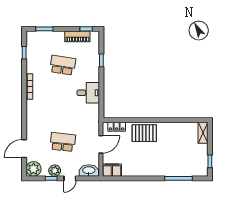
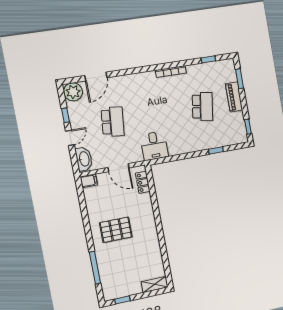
piano: (77, 36) -> (234, 97), moved
desk: (88, 93) -> (154, 146), moved
pallet: (144, 133) -> (116, 230), moved, turned 90
door: (24, 149) -> (96, 77), swing flipped
filing cabinet: (112, 170) -> (89, 181), width x0.50
plant: (55, 171) -> (76, 118), removed
door: (70, 178) -> (70, 138), swing flipped

